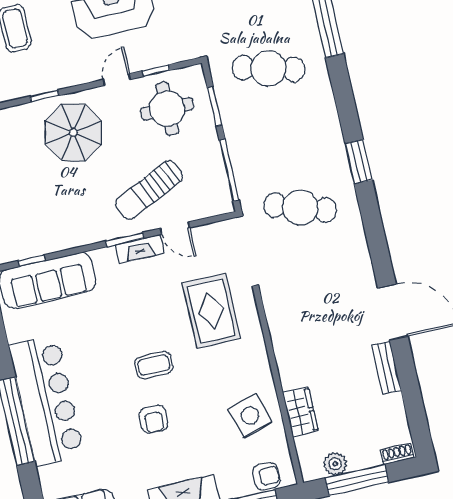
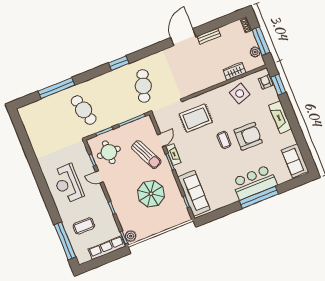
cafe table: (269, 69) -> (84, 110), turned -30
parasol: (73, 132) -> (151, 194), moved
bar counter: (46, 400) -> (254, 182), width x0.73
armchair: (153, 419) -> (248, 136), width x1.88, depth x1.88

